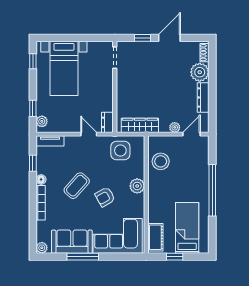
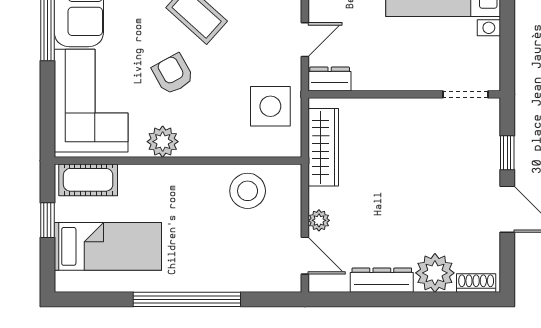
plant: (137, 186) -> (163, 142), moved

